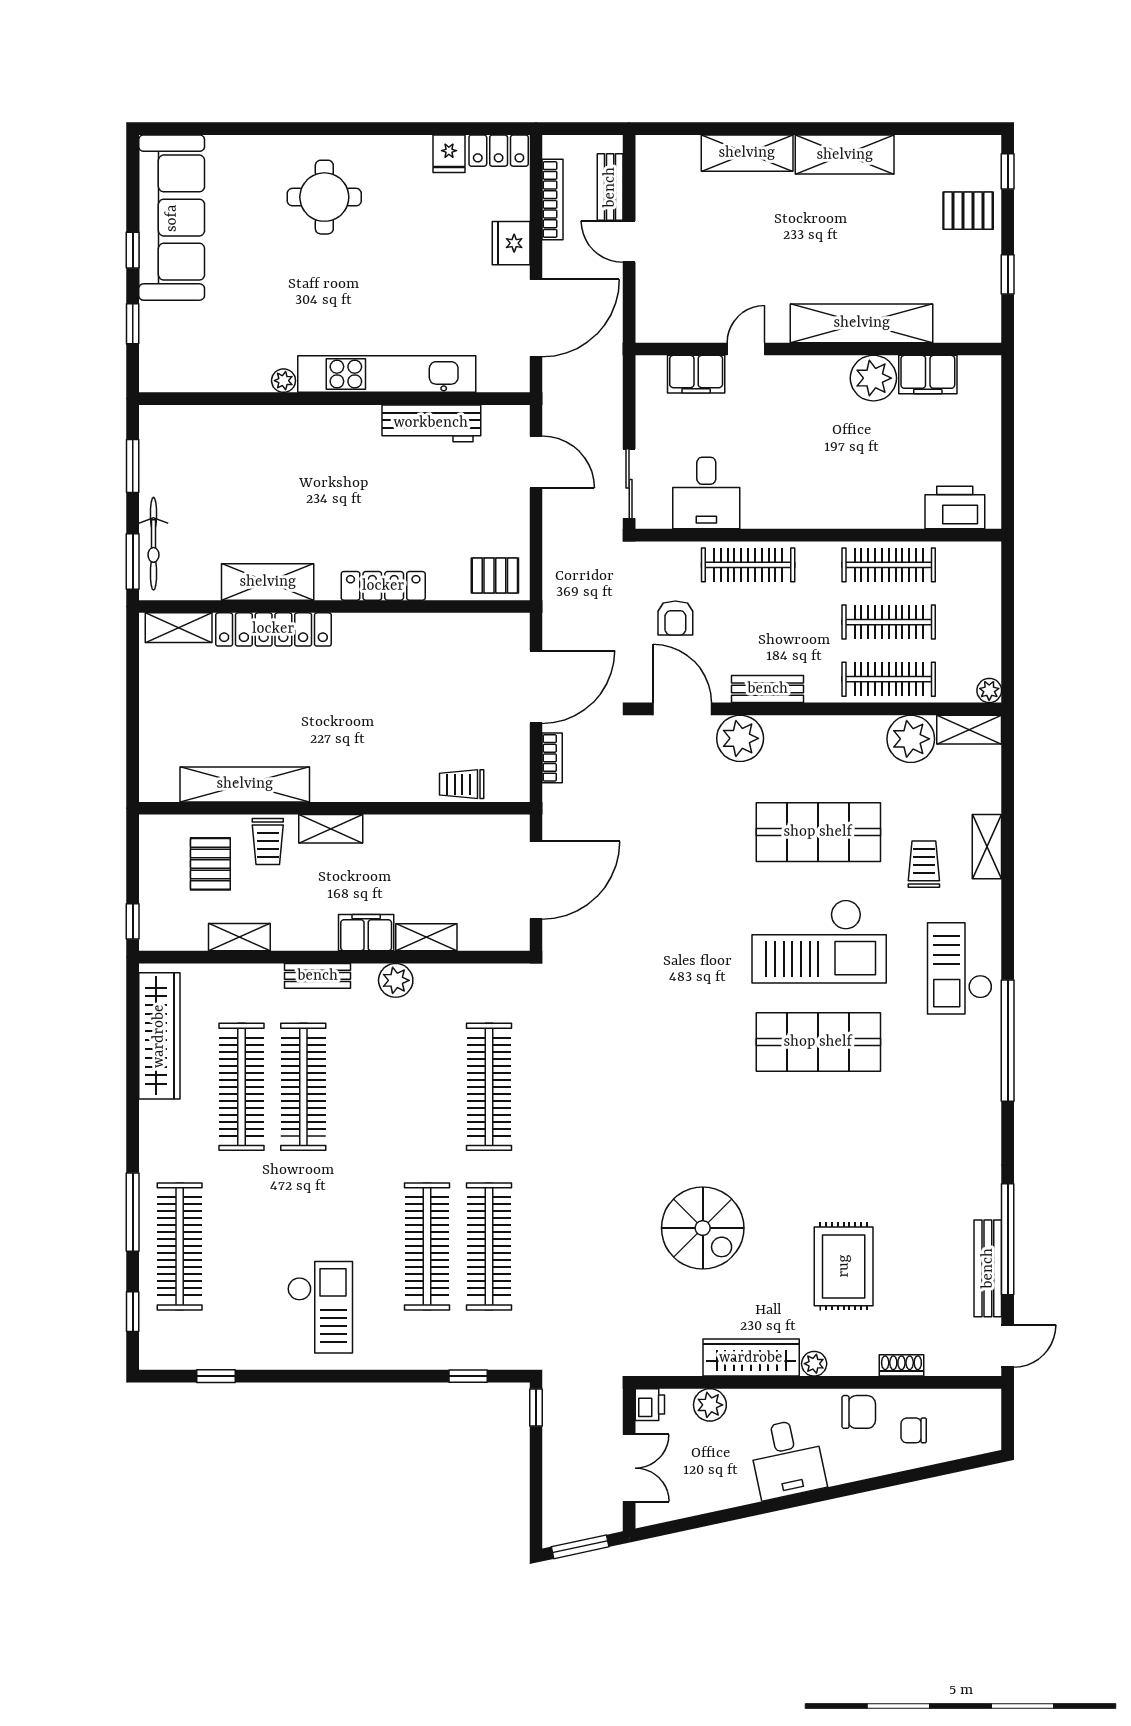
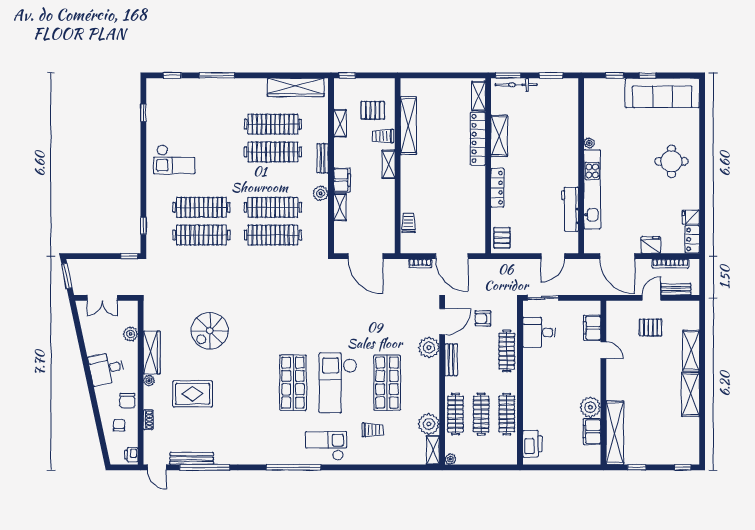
pallet: (968, 211) -> (651, 327), moved, turned 90
shelving: (862, 323) -> (615, 433), moved
shelving: (987, 847) -> (381, 458), removed
clothes rail: (180, 1246) -> (273, 207), moved
printer: (650, 1405) -> (131, 455), moved, turned 90

